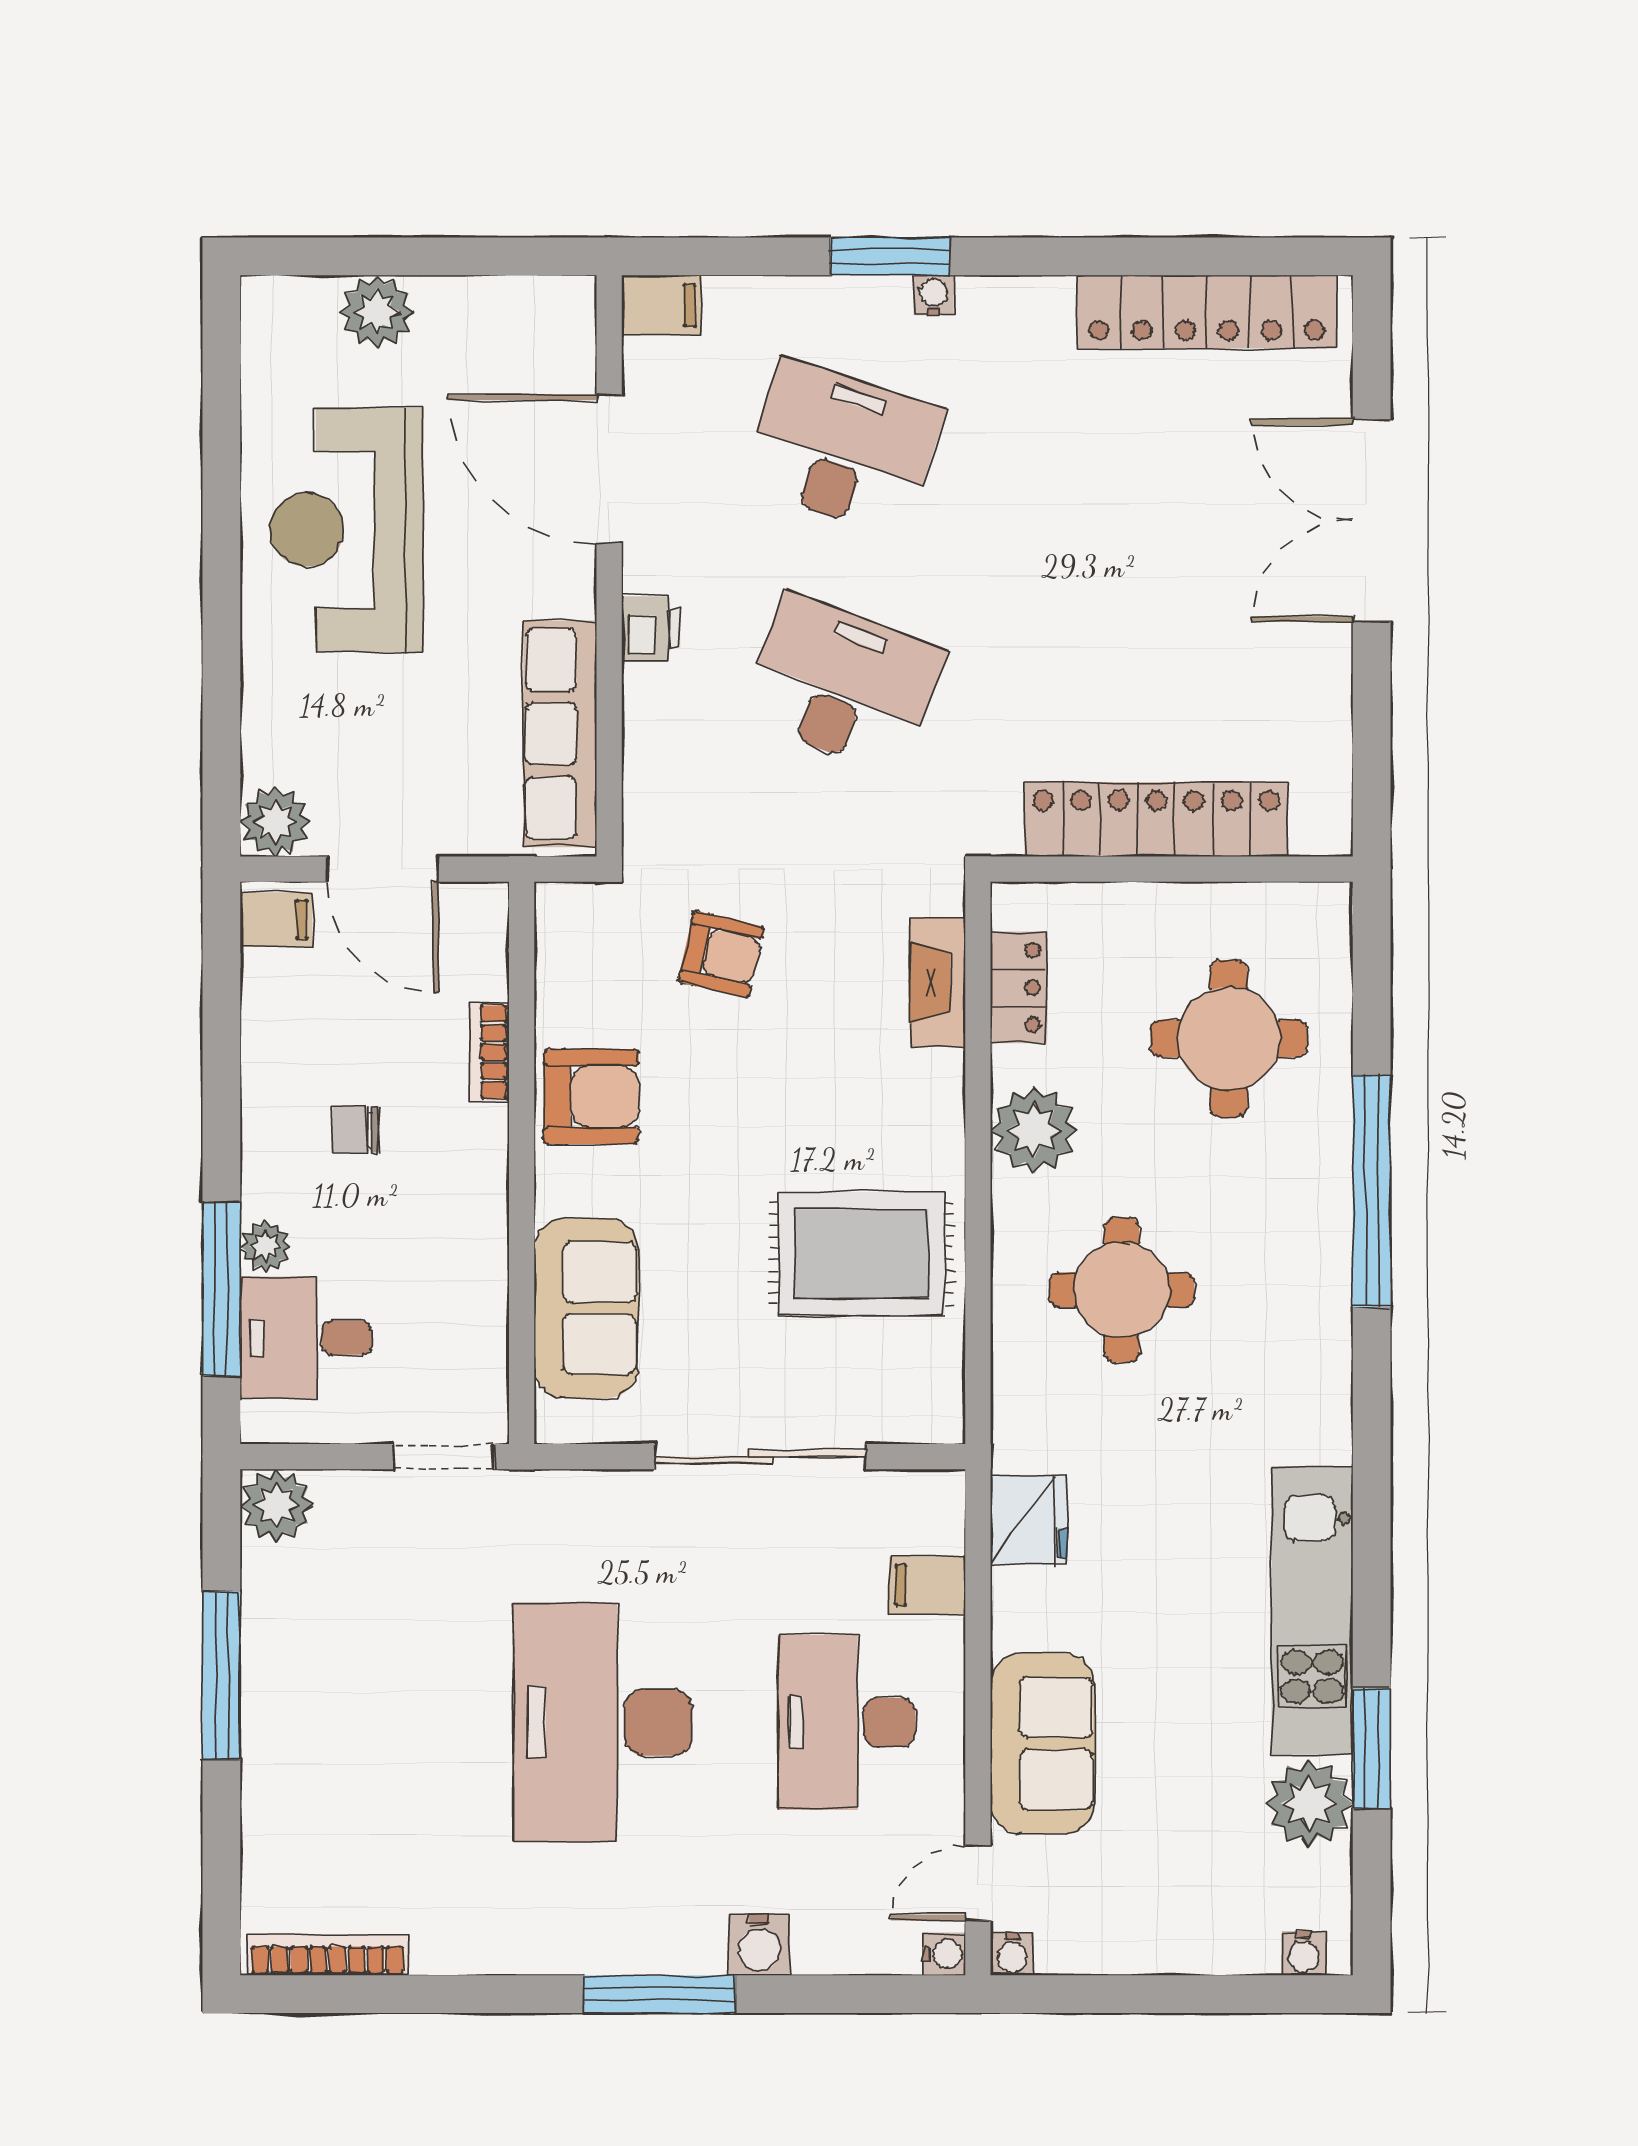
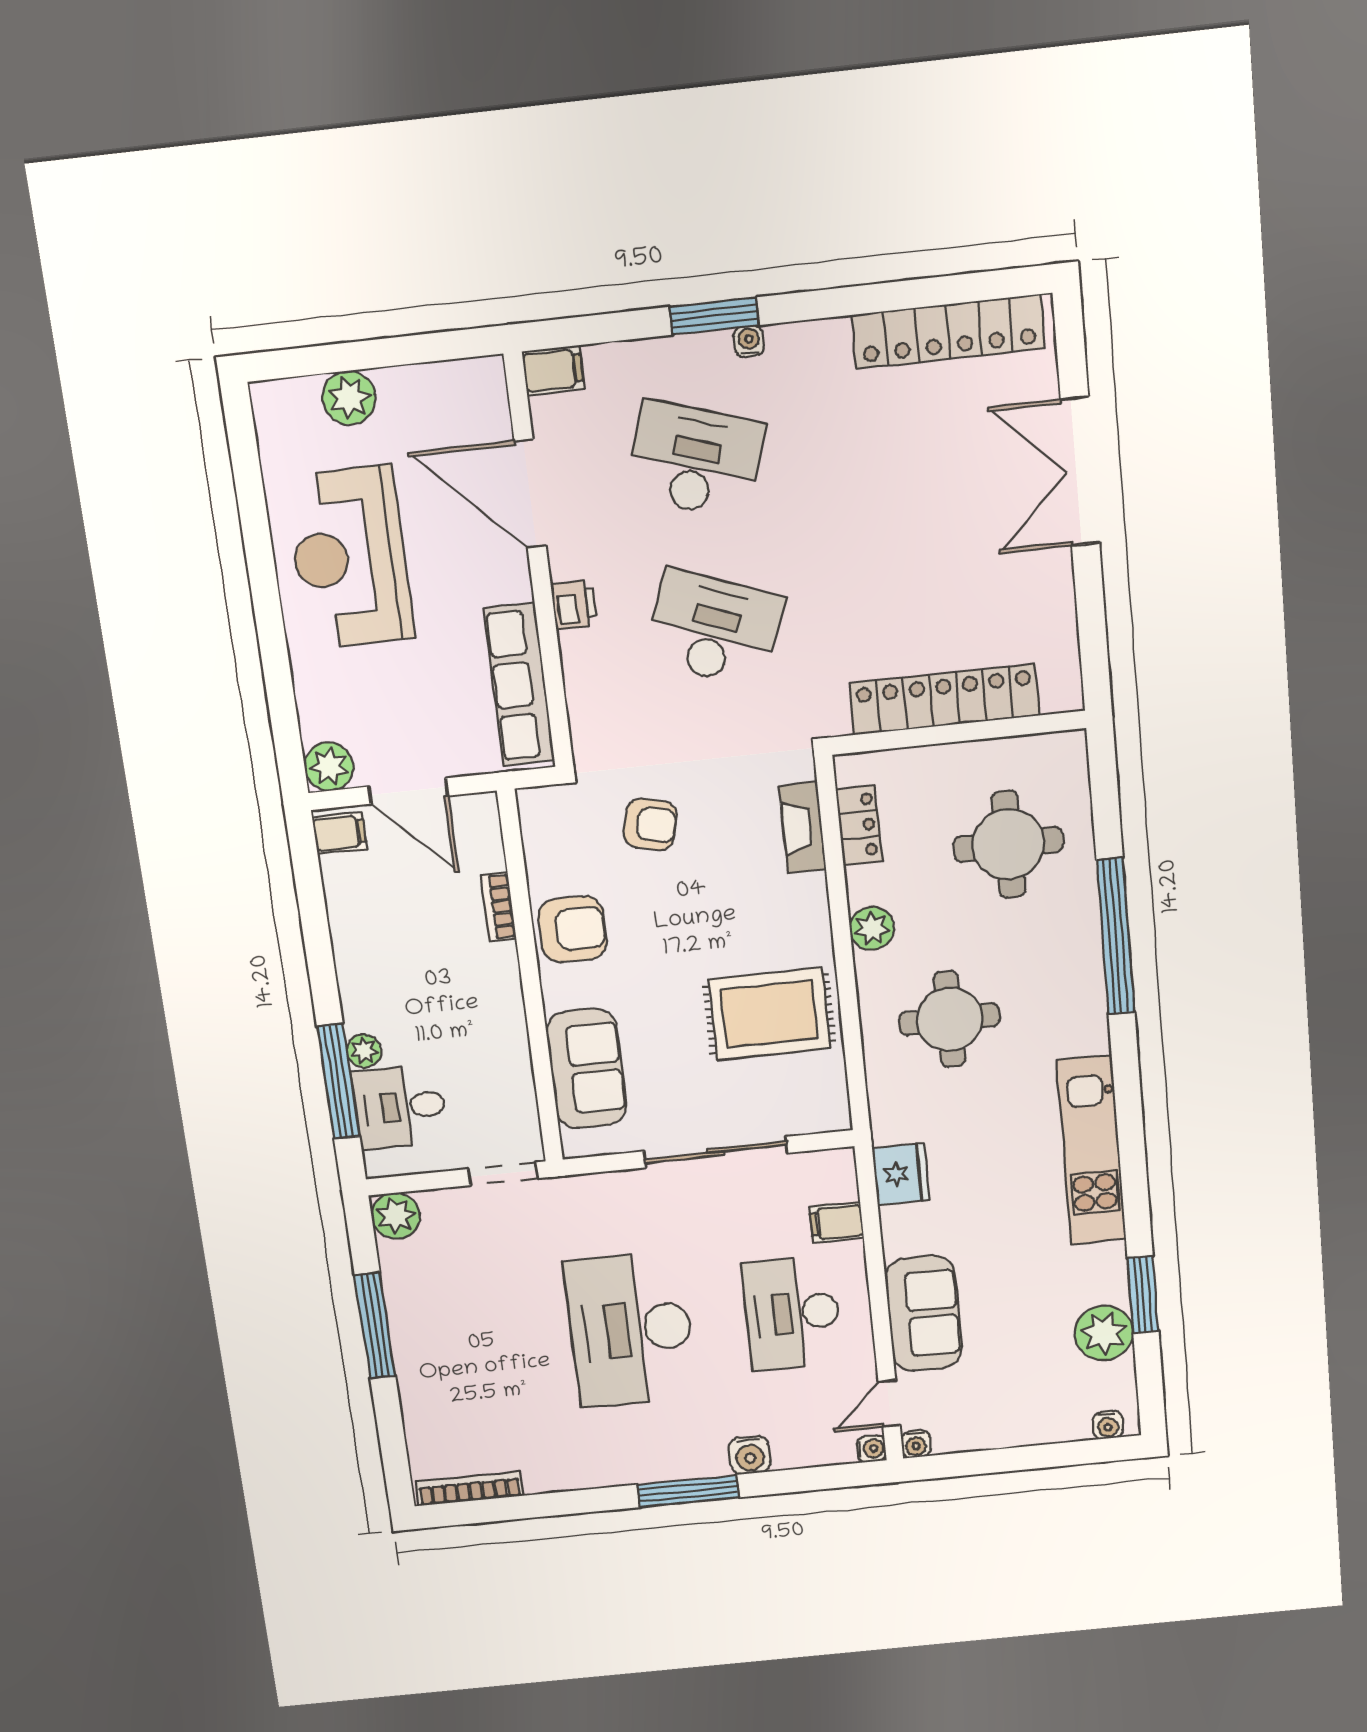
chair: (356, 1130) -> (414, 968), removed
plant: (1034, 1130) -> (872, 928), width x0.73, depth x0.73
kitchen unit: (1312, 1610) -> (1091, 1150), moved

